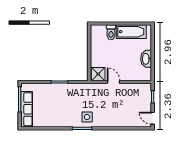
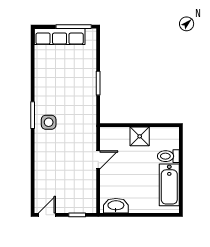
washbasin: (146, 59) -> (116, 206), moved
shower: (98, 74) -> (140, 136), moved

